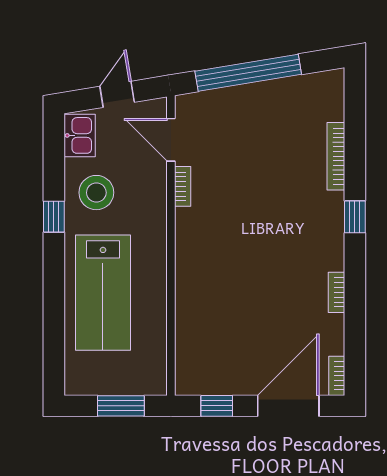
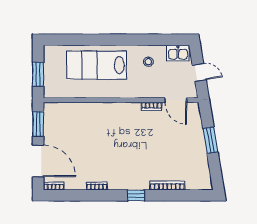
window: (248, 73) -> (210, 140), width x0.47
door: (171, 140) -> (176, 100), swing flipped
stool: (96, 193) -> (148, 62), width x0.53, depth x0.53
window: (54, 217) -> (136, 40), removed
window: (217, 406) -> (38, 124), width x1.50

